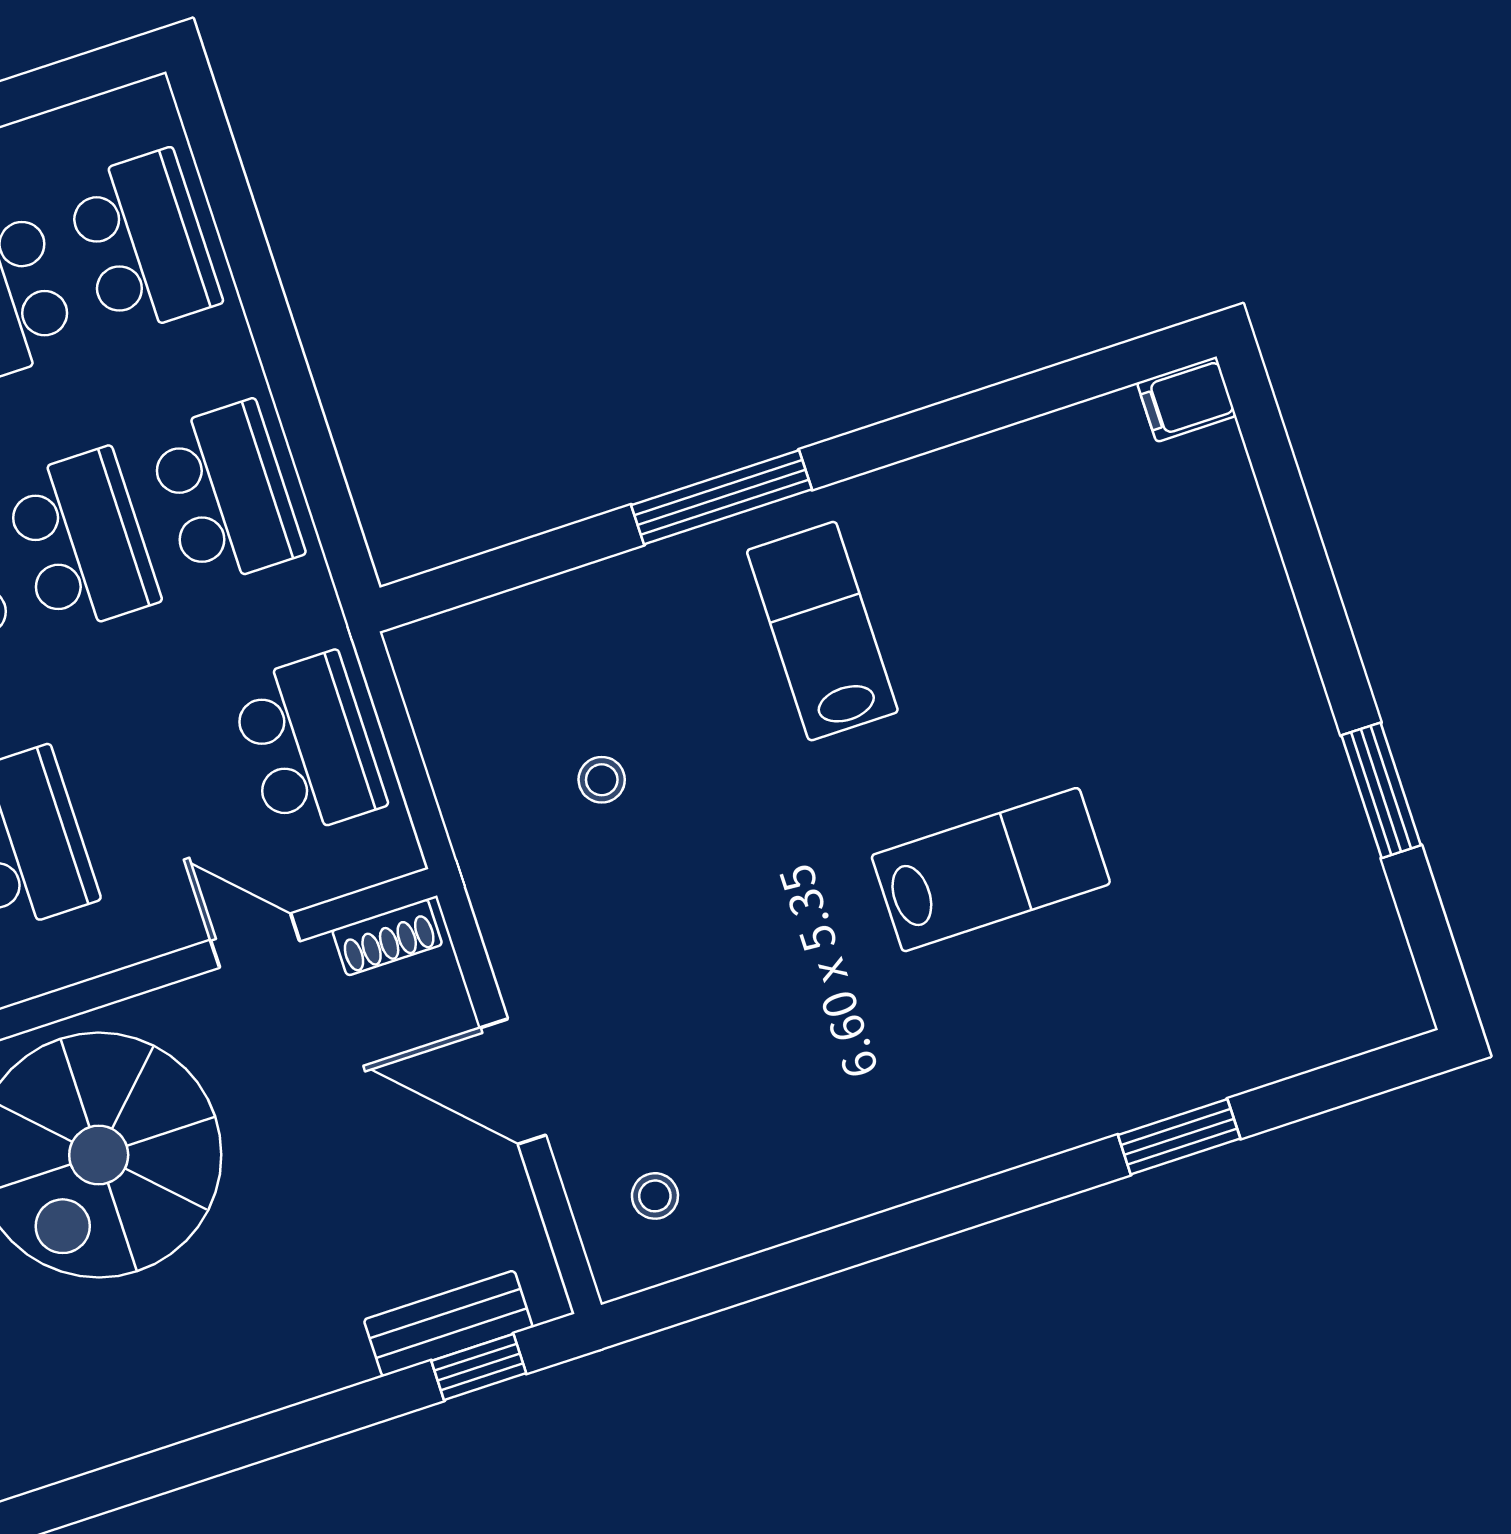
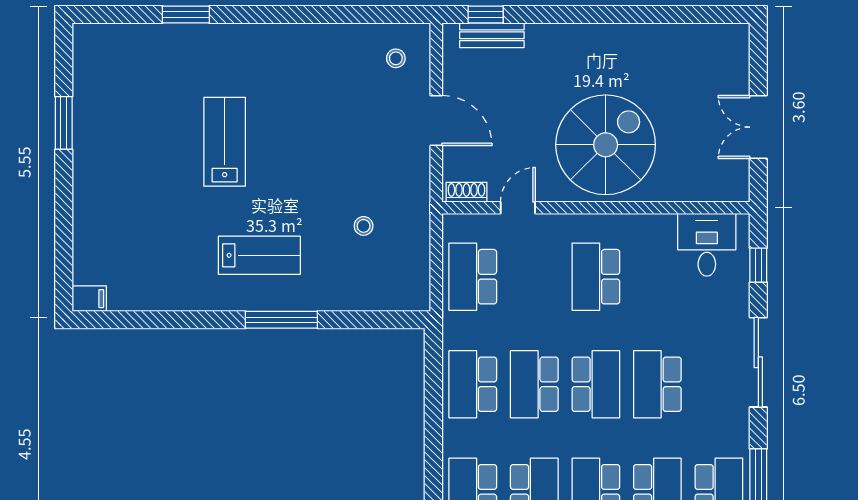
lab bench: (822, 631) -> (259, 255), turned -90
lab bench: (991, 870) -> (225, 142), turned 90
door: (255, 941) -> (518, 208), swing flipped

